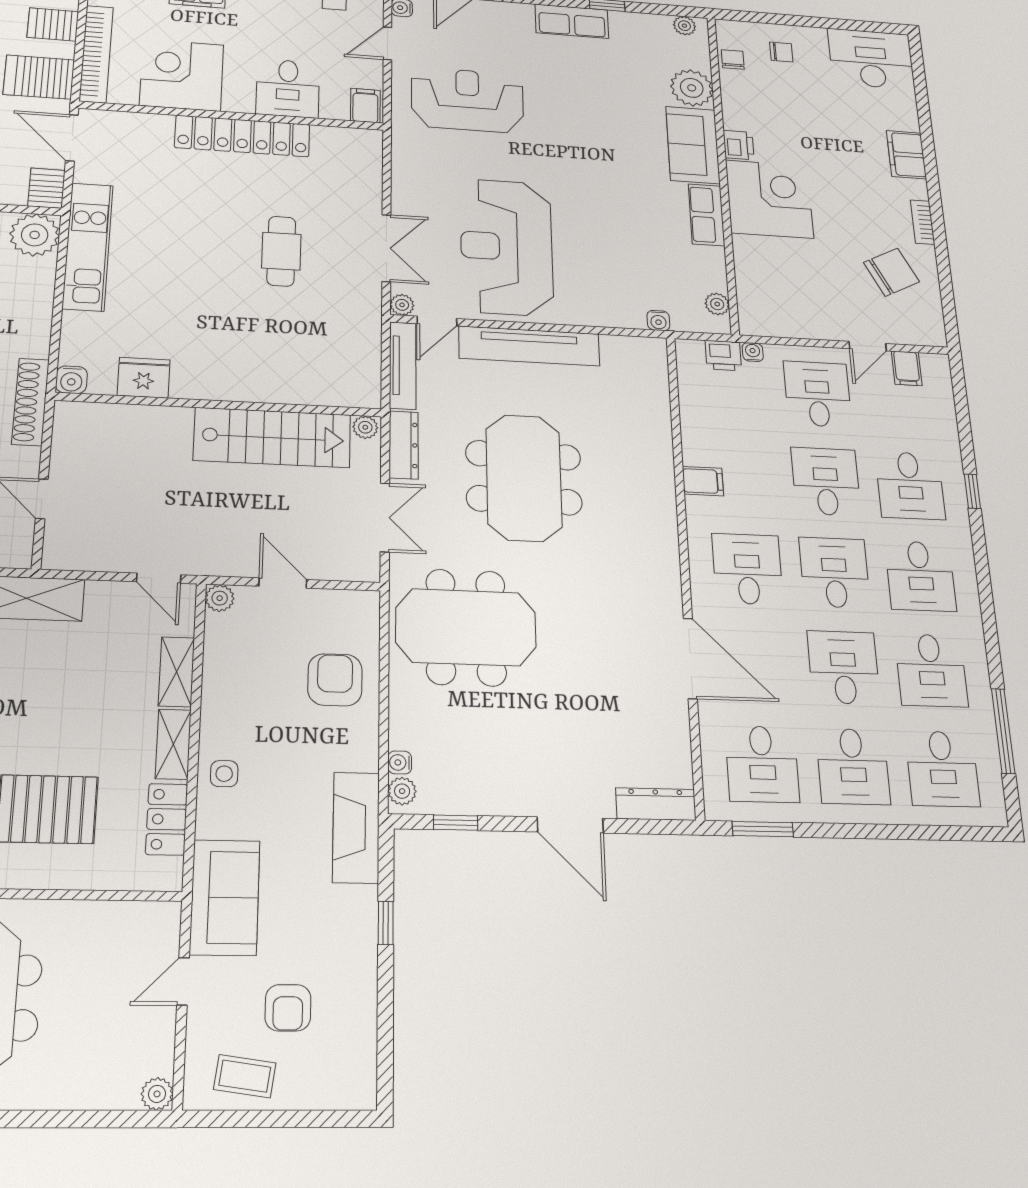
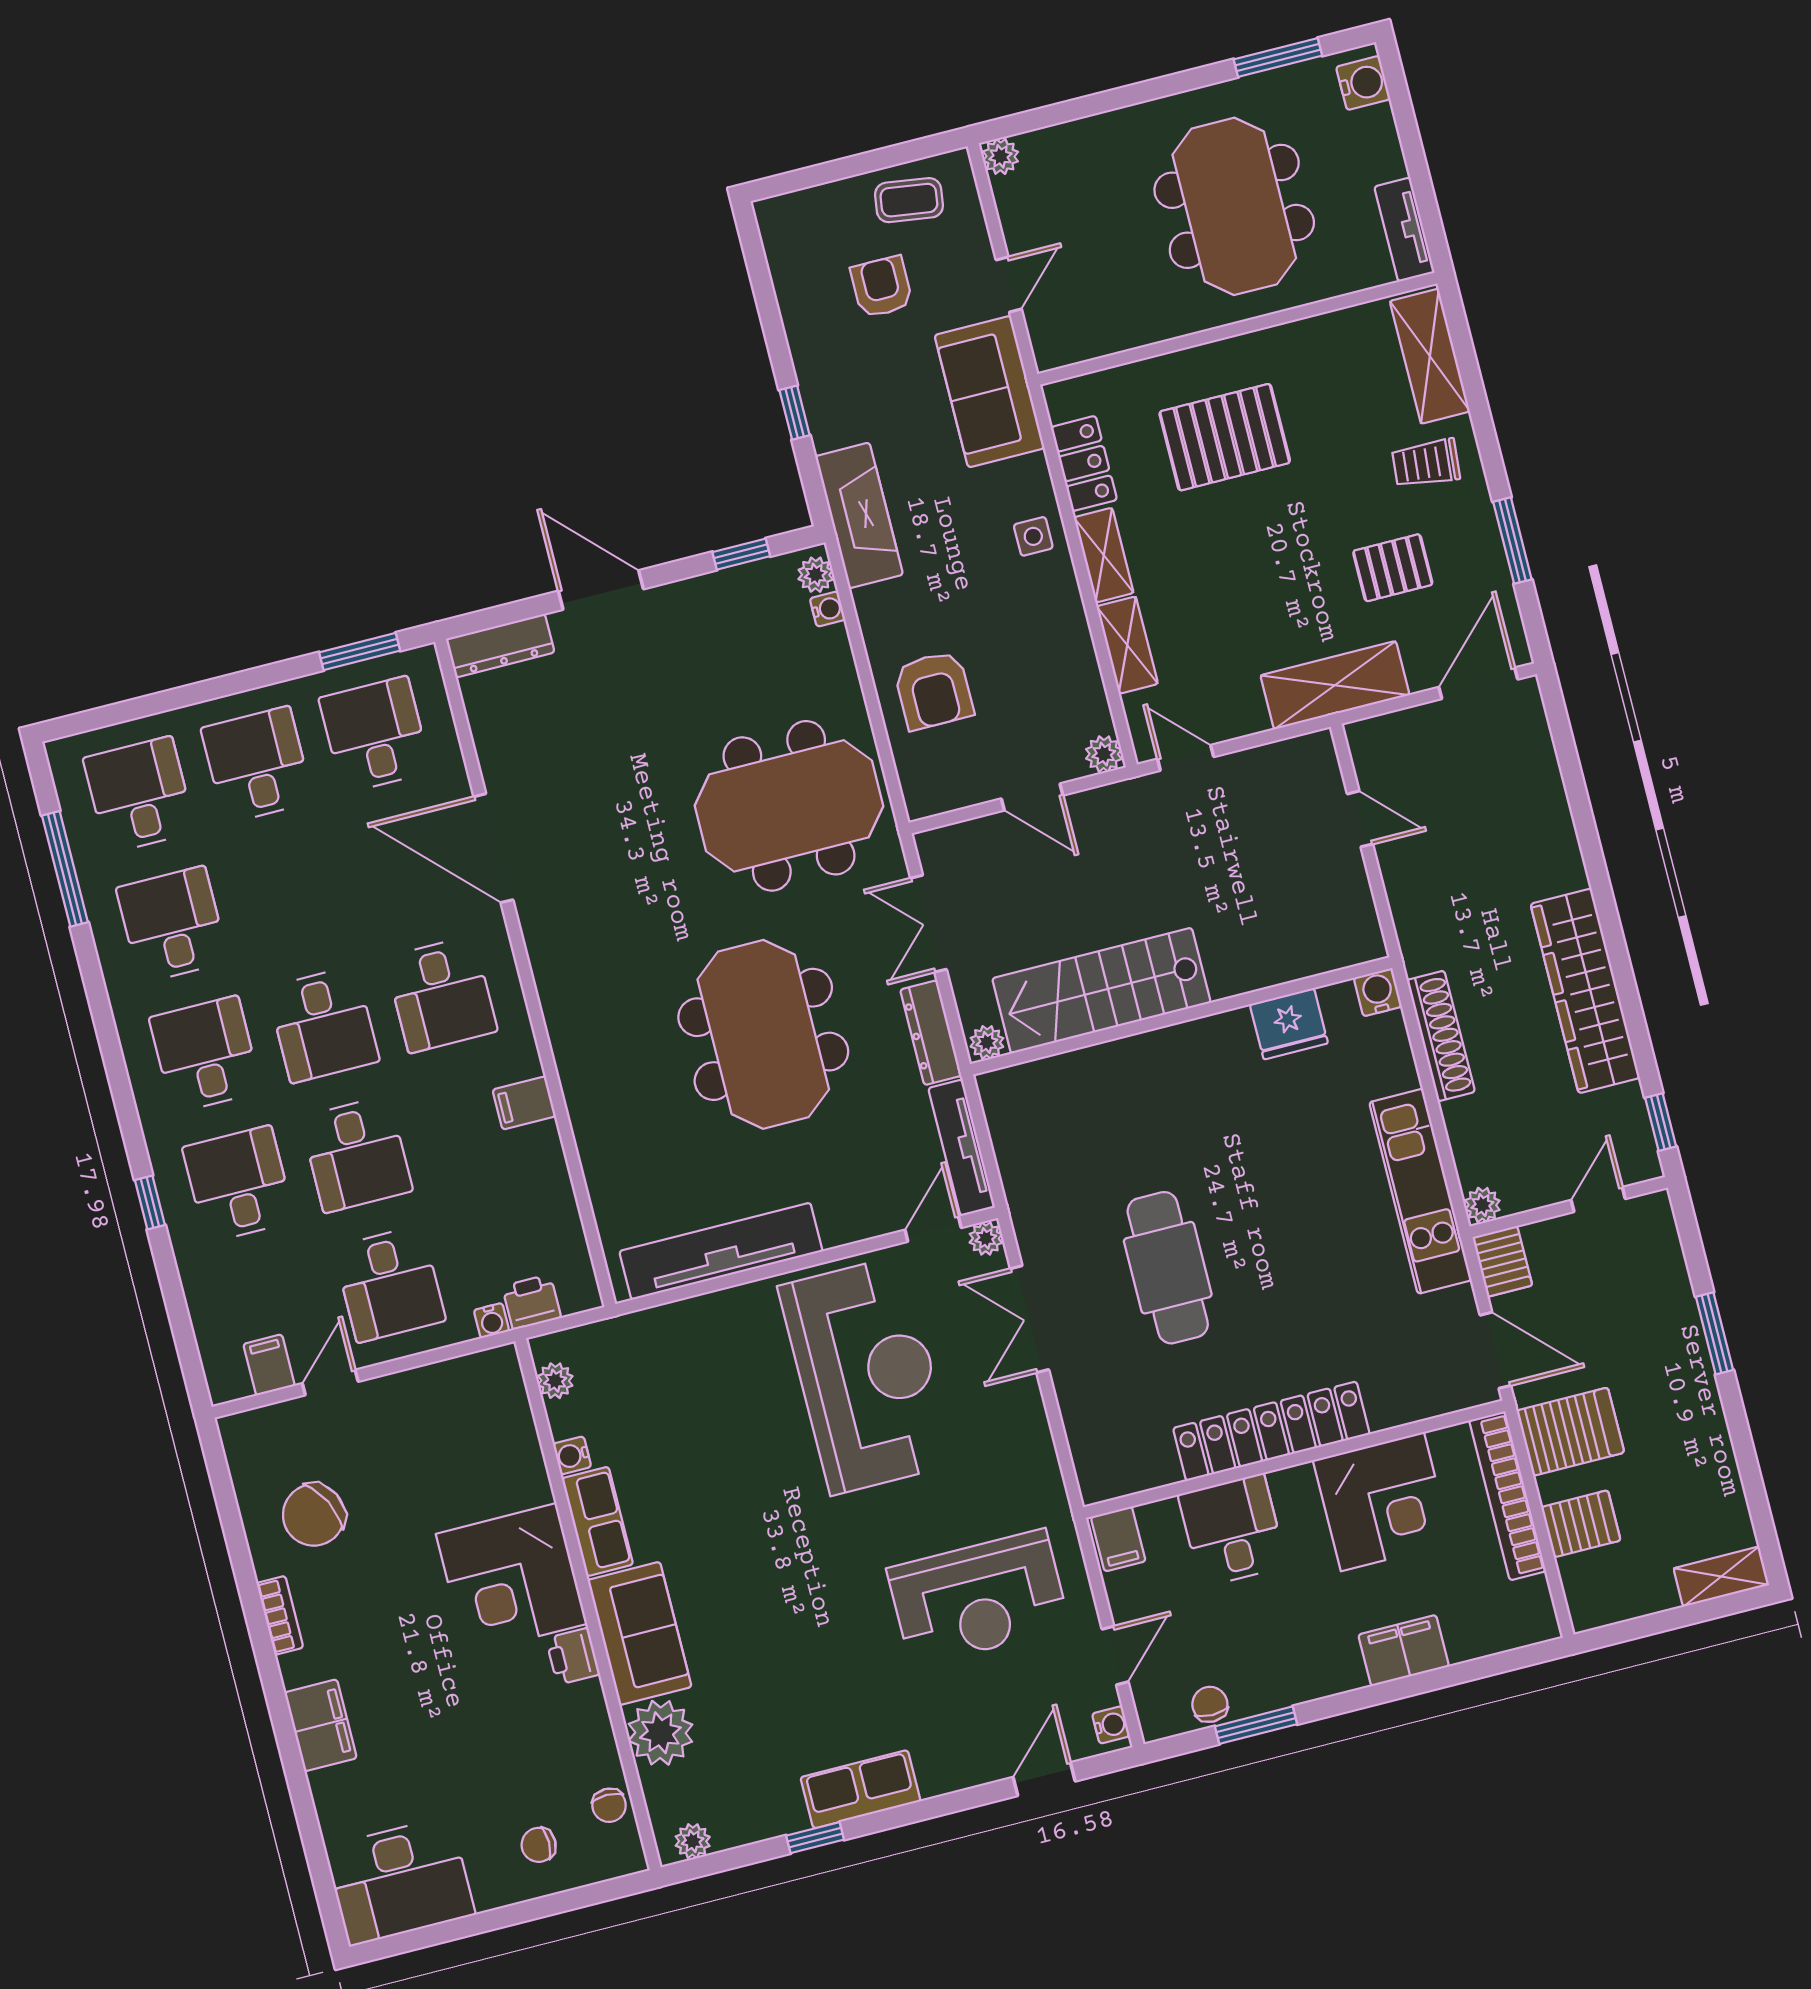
plant: (35, 235) -> (1482, 1205), width x0.53, depth x0.53
cafe table: (281, 251) -> (1168, 1268), width x1.37, depth x1.35
water cooler: (658, 321) -> (572, 1455), moved, turned -90
tv unit: (529, 346) -> (721, 1251), moved
shoe rack: (31, 402) -> (1441, 1036), moved
desk: (844, 667) -> (290, 895), removed

